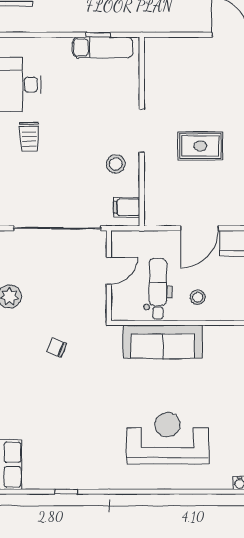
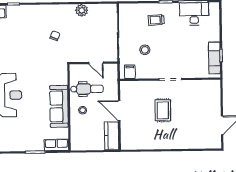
trolley: (29, 137) -> (156, 20), moved
stool: (116, 164) -> (145, 50), moved
sofa: (163, 342) -> (59, 106), moved

